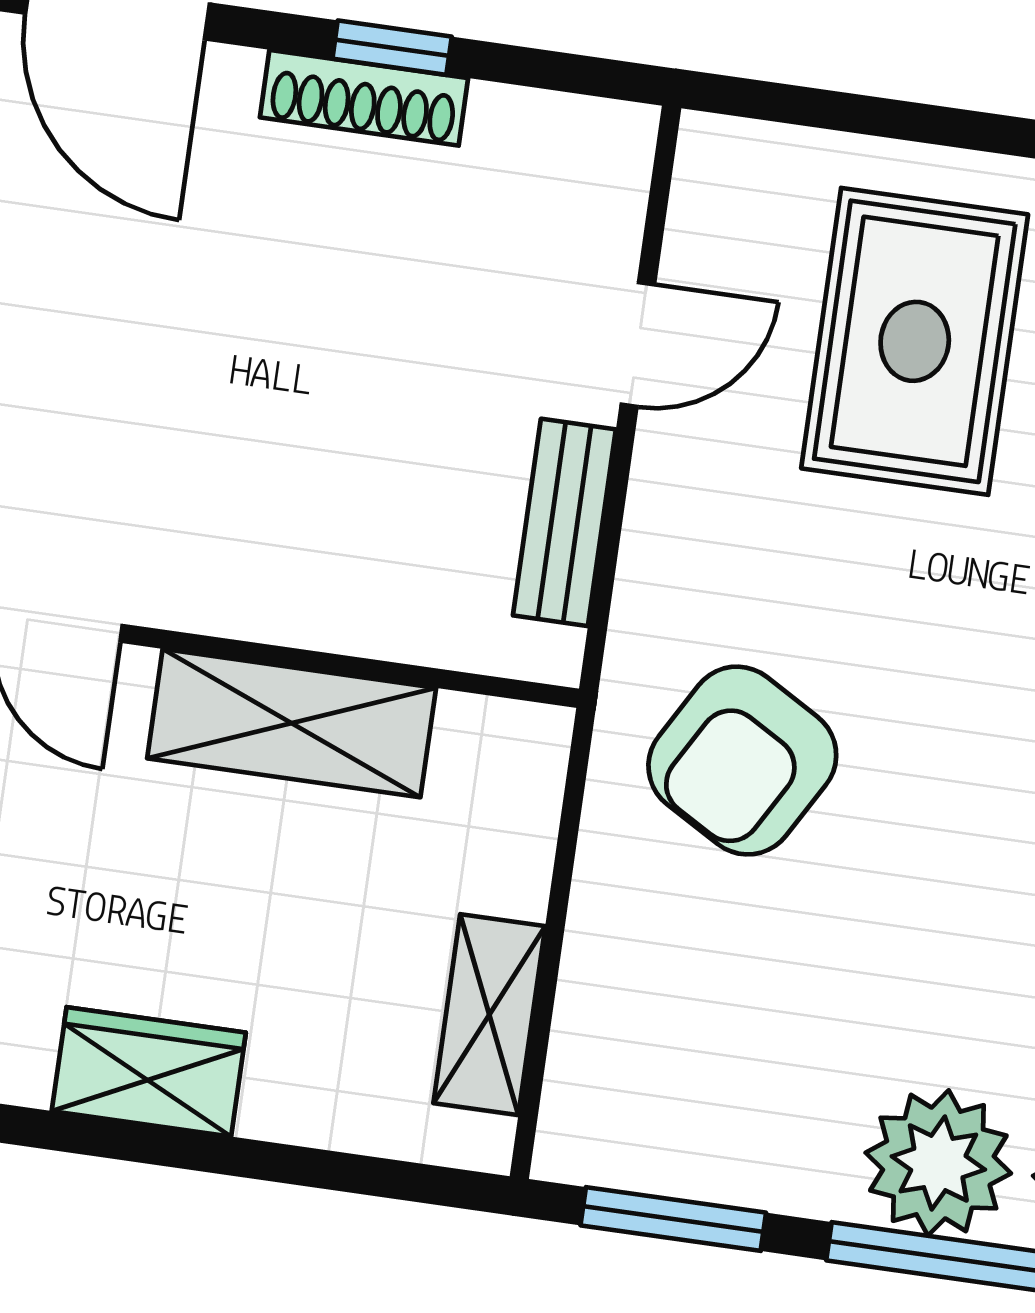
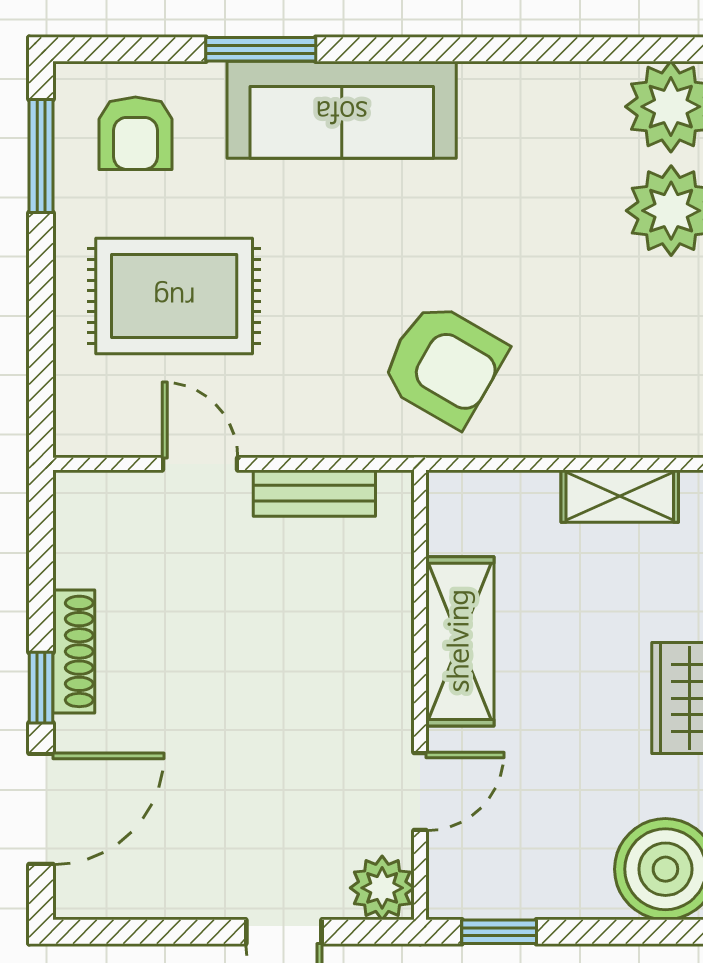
window: (392, 48) -> (41, 688), moved

